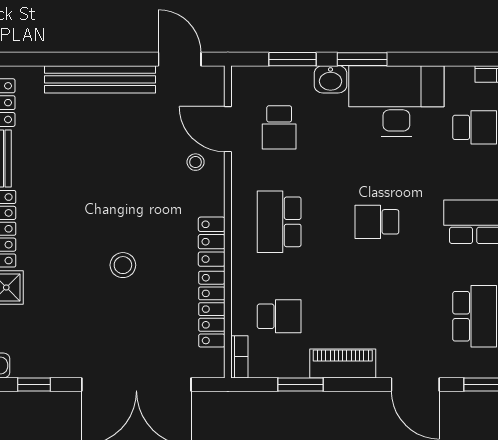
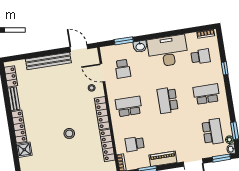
window: (362, 59) -> (151, 36), removed
school desk: (279, 222) -> (129, 106), turned 90
school desk: (377, 222) -> (168, 100), width x1.85
locker: (212, 242) -> (102, 113), width x1.53
school desk: (279, 316) -> (135, 144), turned 180

